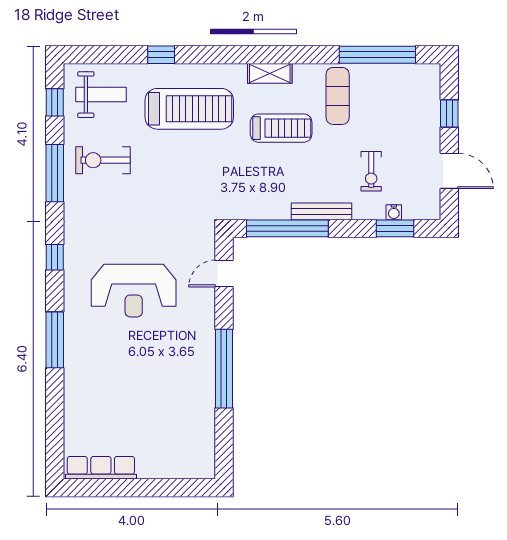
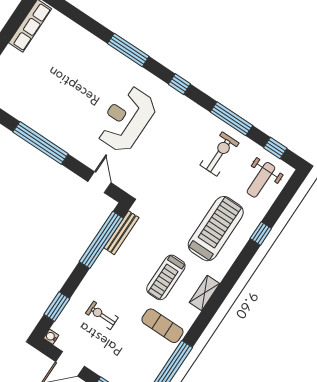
treadmill: (189, 109) -> (216, 229), turned 180
bench: (321, 211) -> (121, 233), moved
water cooler: (394, 212) -> (51, 337), moved

